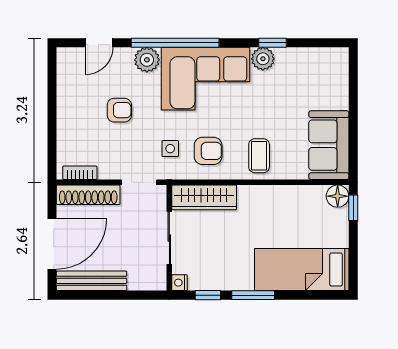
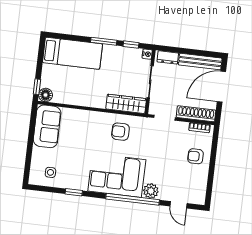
door: (99, 43) -> (178, 205), swing flipped
plant: (263, 59) -> (81, 183), removed
armchair: (119, 110) -> (195, 156), moved
side table: (170, 149) -> (50, 172), moved
coffee table: (259, 156) -> (90, 125), removed
dresser: (145, 281) -> (168, 57), added

